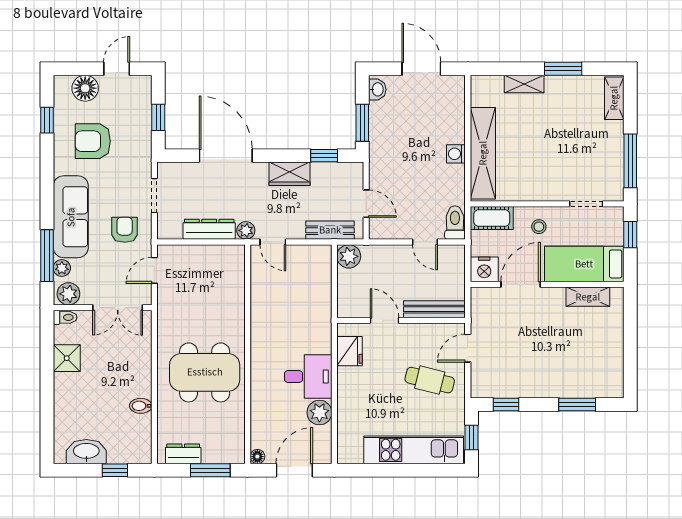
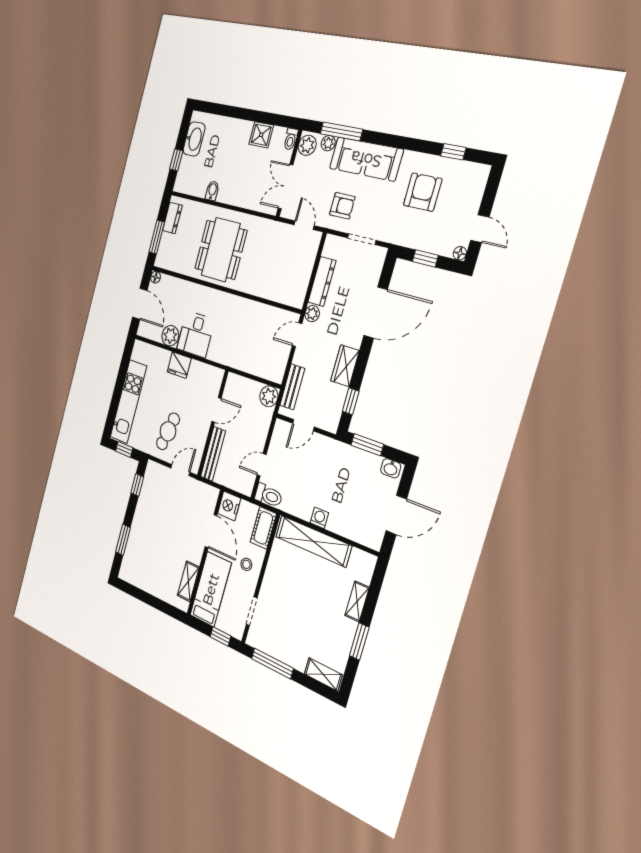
floor lamp: (85, 88) -> (460, 253), moved, width x0.53, depth x0.53
door: (468, 348) -> (180, 470), hinge flipped
fridge: (350, 351) -> (179, 365), moved

